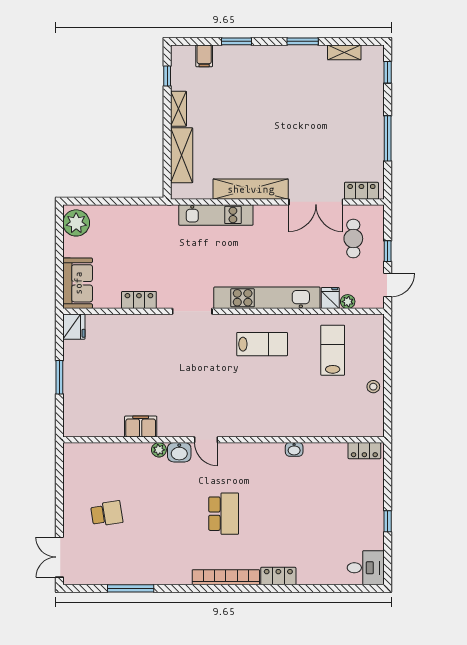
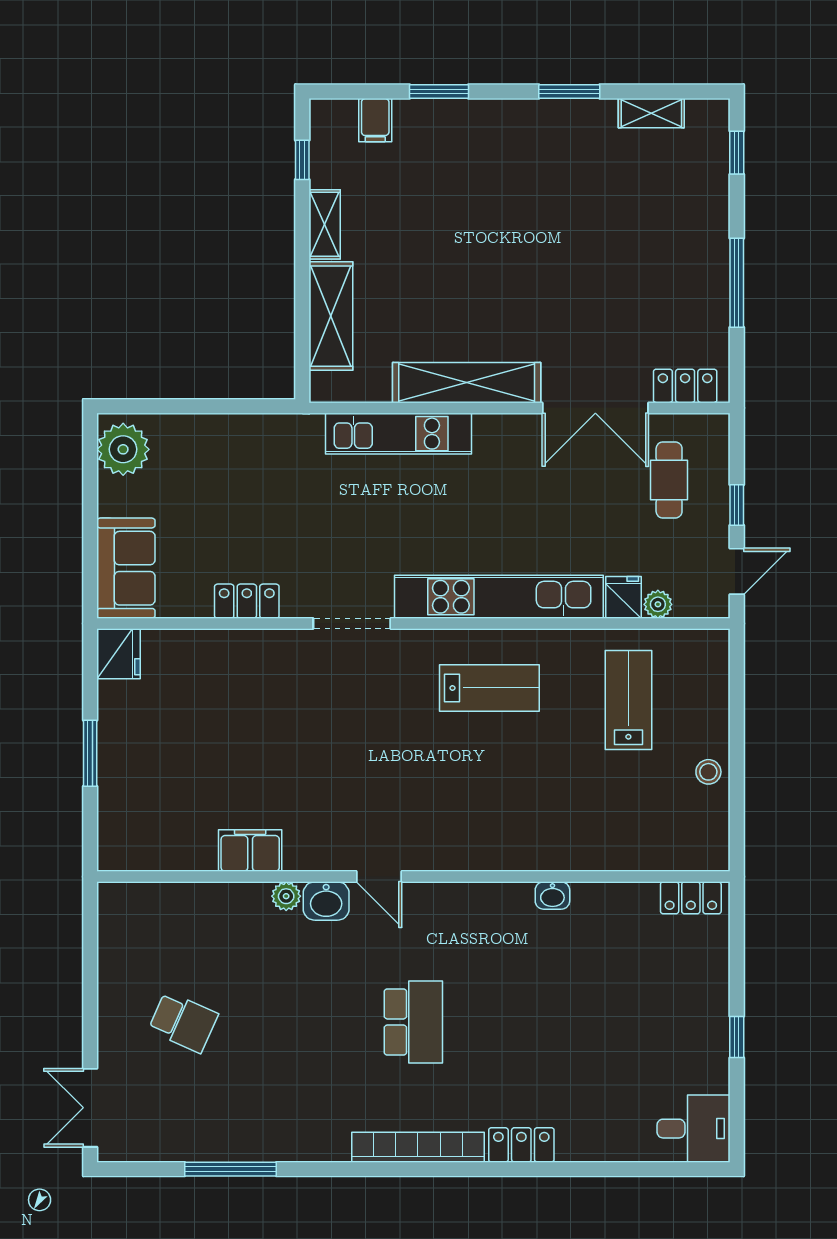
school desk: (107, 514) -> (183, 1022), turned 33

